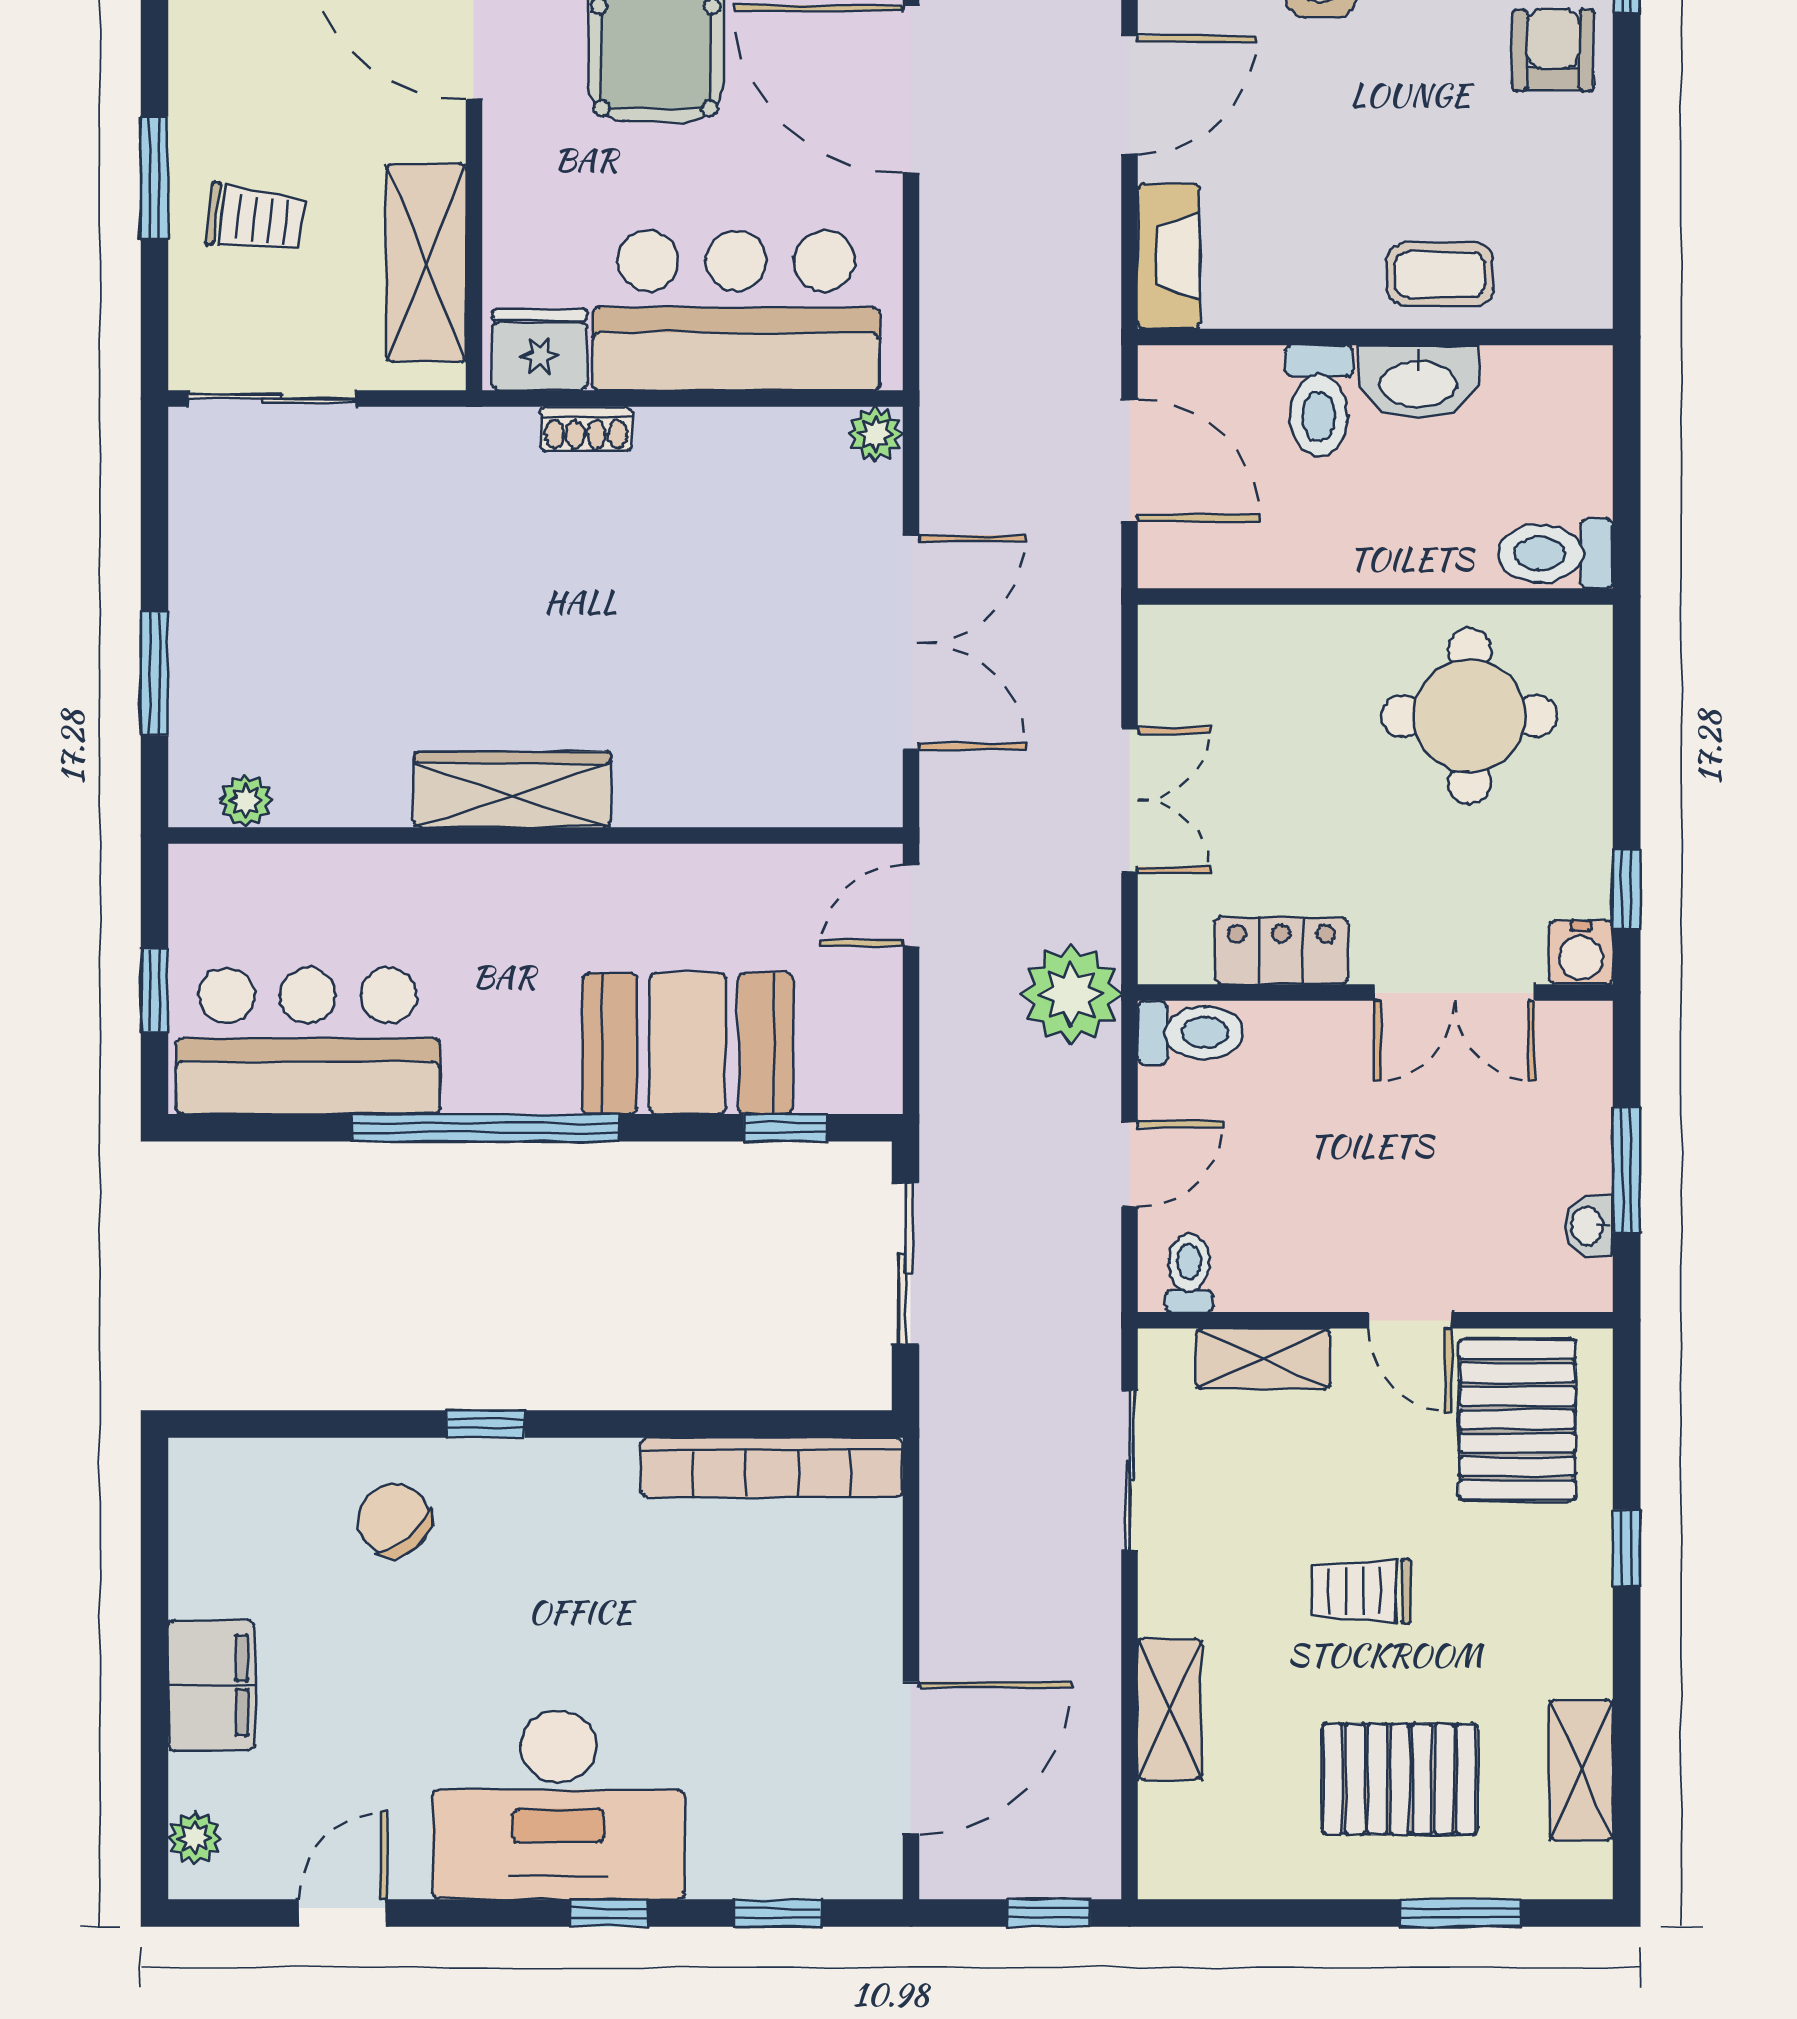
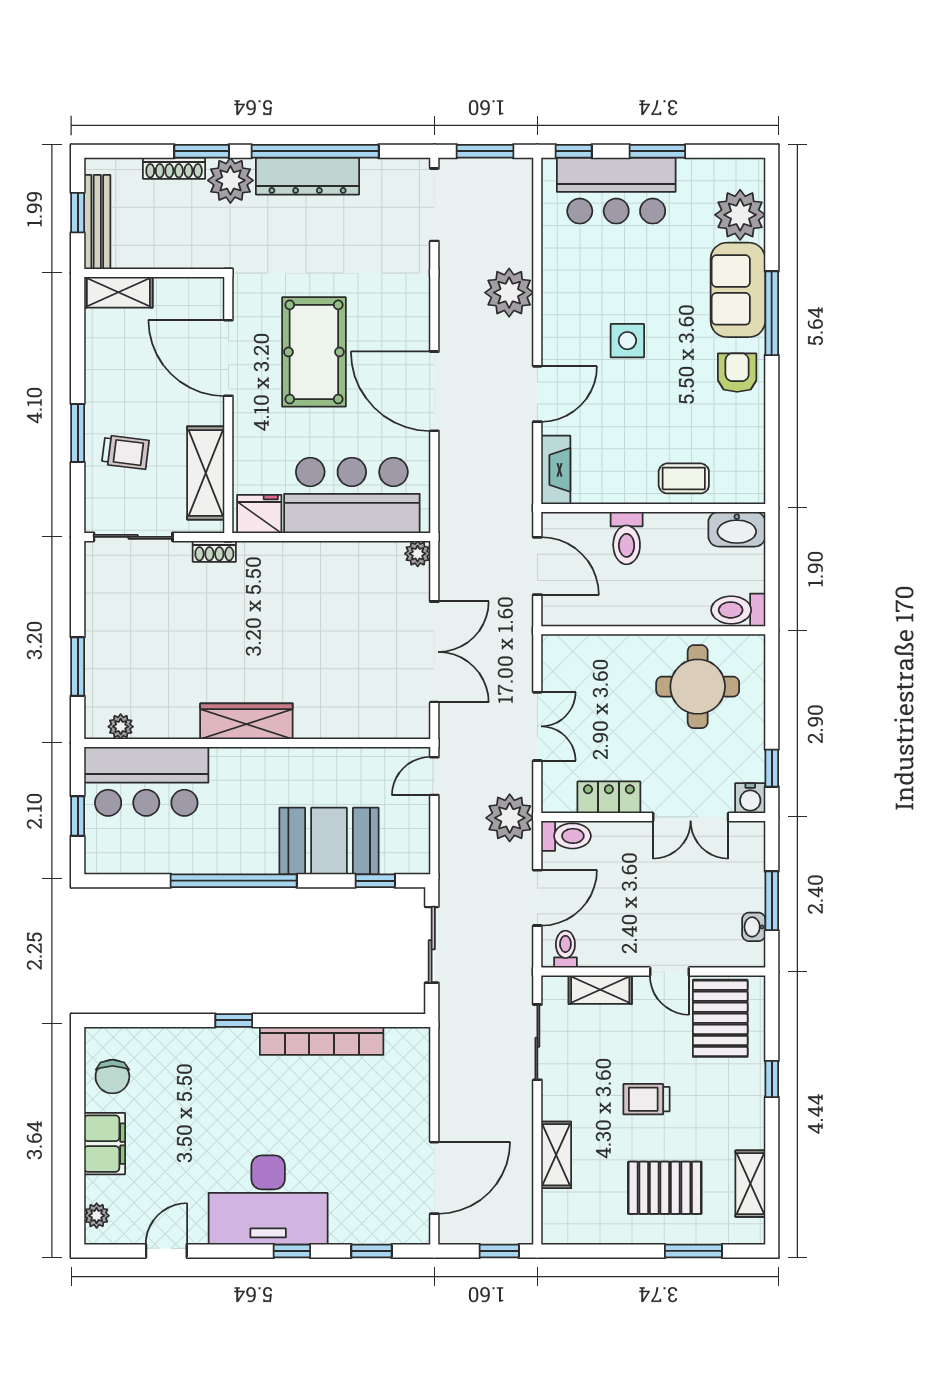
washbasin: (1418, 382) -> (737, 529), moved
shoe rack: (586, 429) -> (214, 551), moved
bar counter: (308, 1041) -> (146, 781), moved, turned 180
door: (1130, 1164) -> (537, 898), width x1.38
bookcase: (772, 1467) -> (322, 1041), moved
chair: (394, 1520) -> (112, 1077), moved, turned -140

